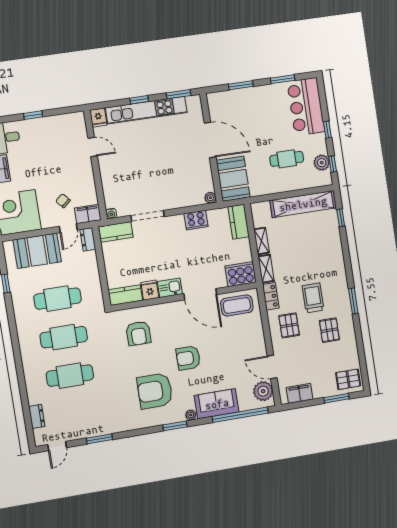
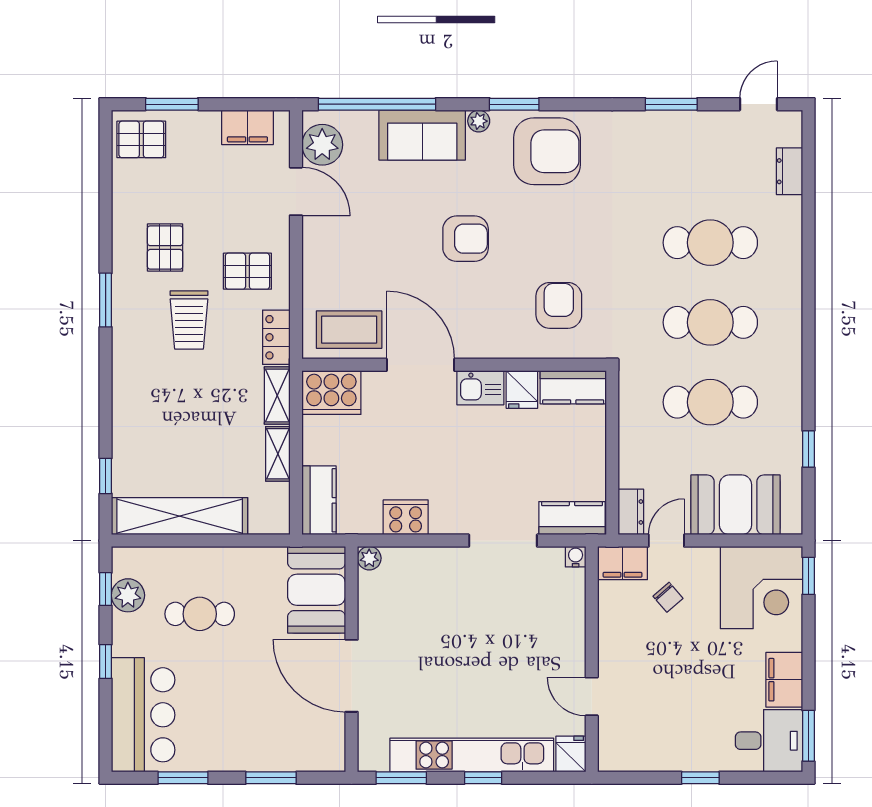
pallet: (289, 325) -> (247, 271), turned 90
armchair: (155, 391) -> (547, 151), moved

